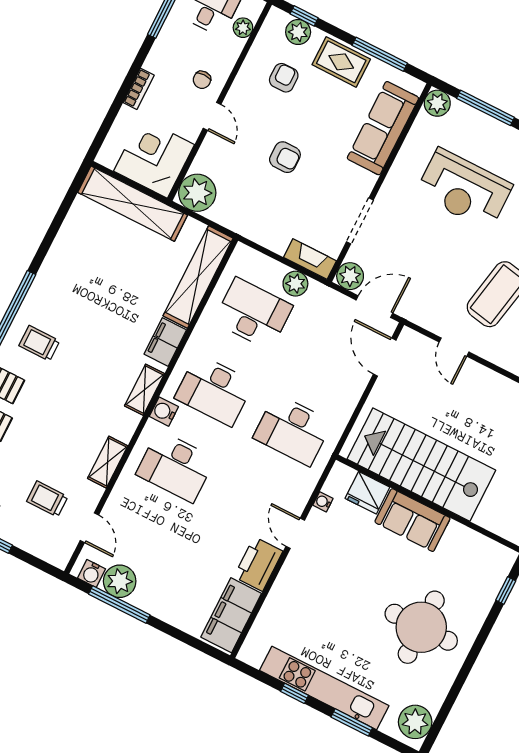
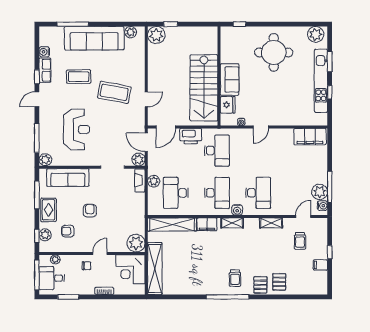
armchair: (285, 157) -> (90, 211), moved
printer: (258, 564) -> (191, 136), moved

